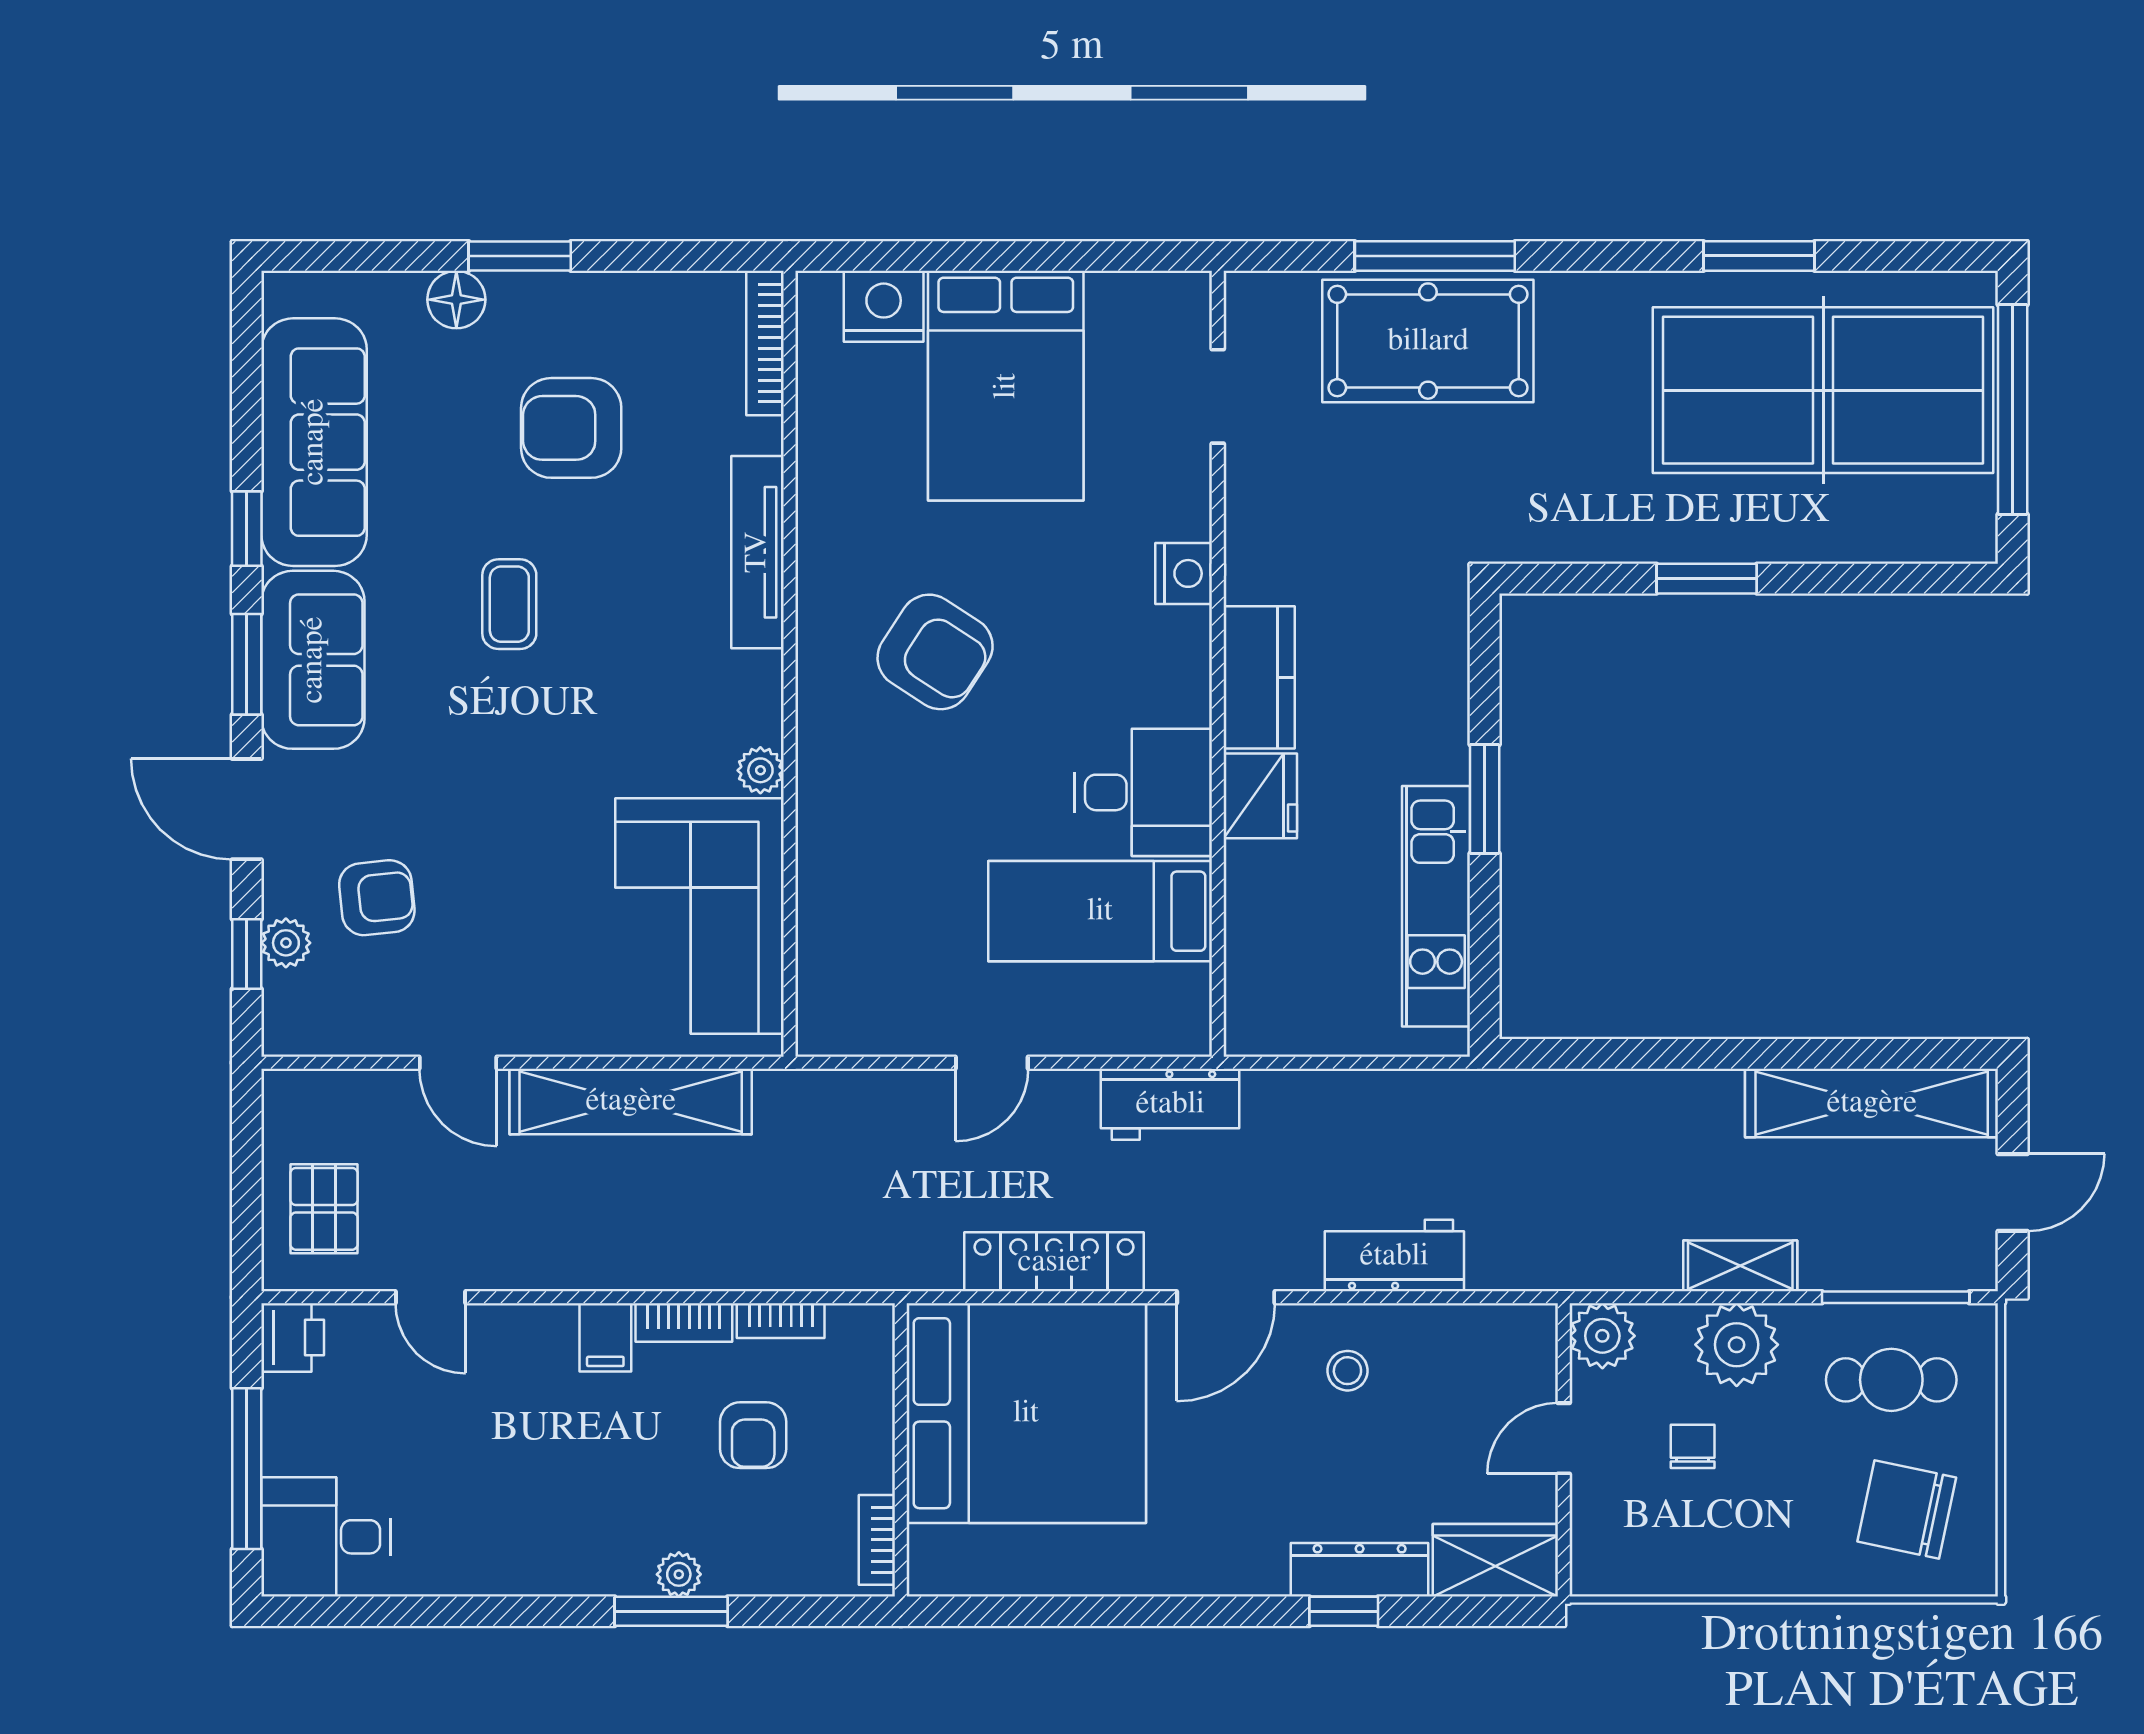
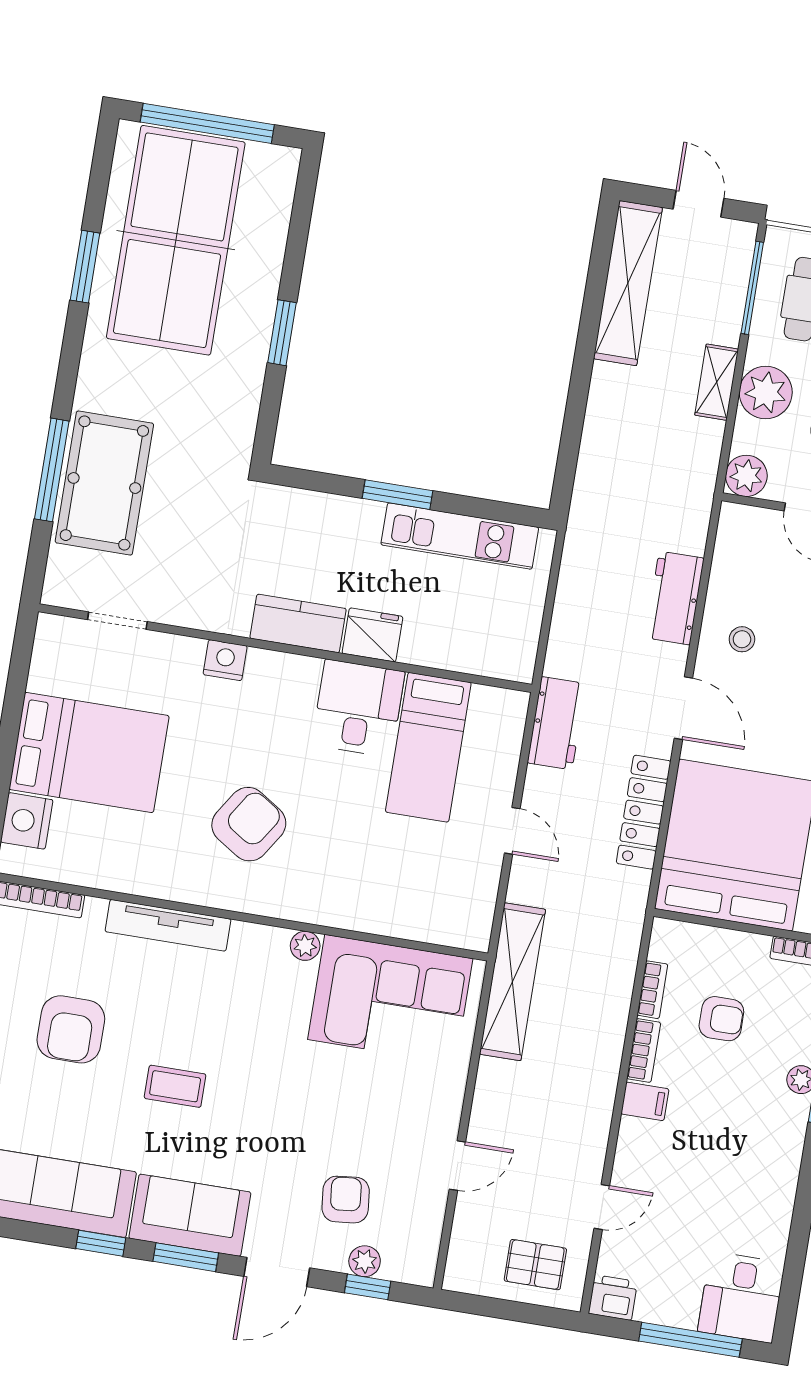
shelving: (631, 1101) -> (513, 982), moved

